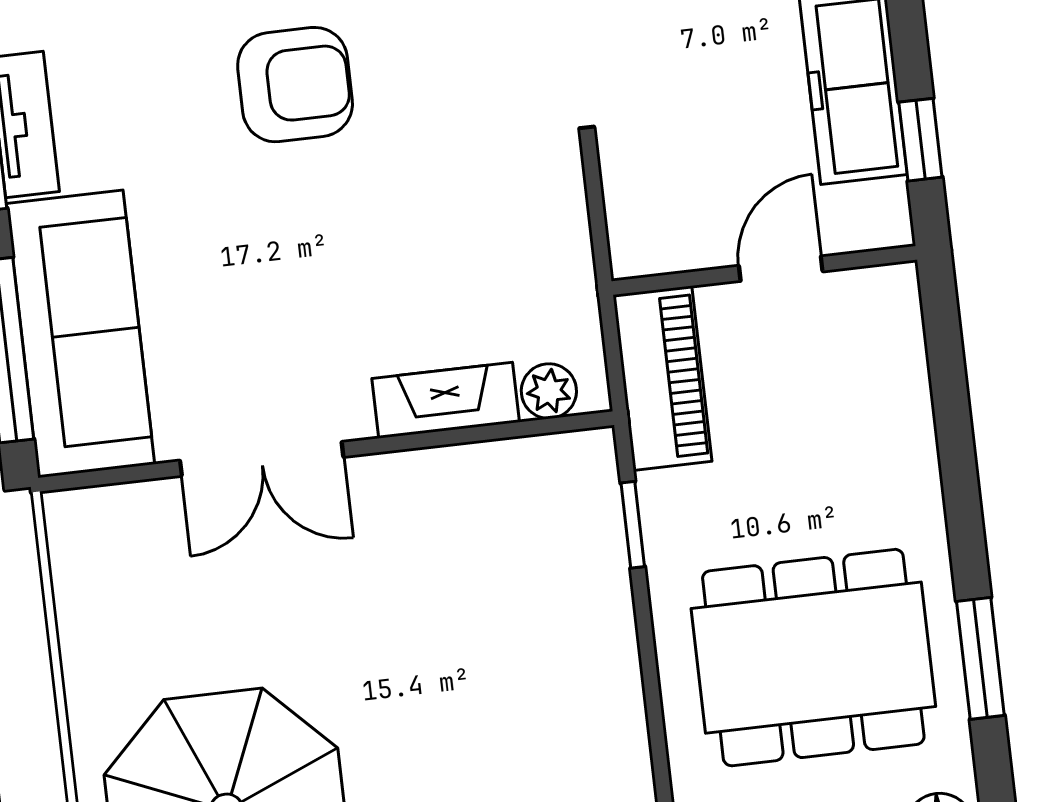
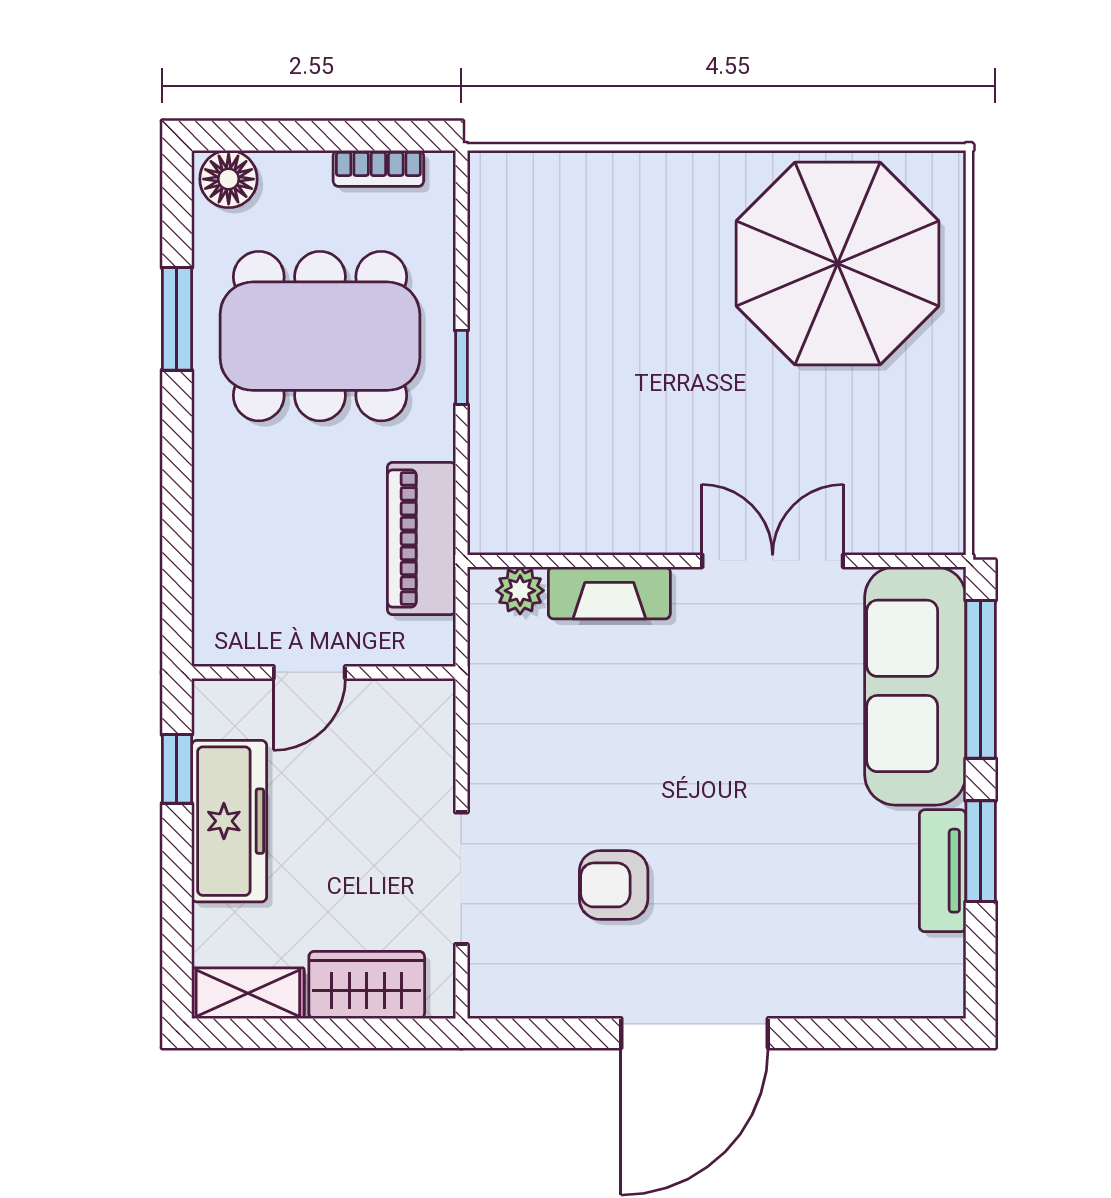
armchair: (295, 85) -> (614, 885), moved, width x0.72, depth x0.72
piano: (662, 378) -> (422, 538), moved
window: (633, 525) -> (461, 367), moved

